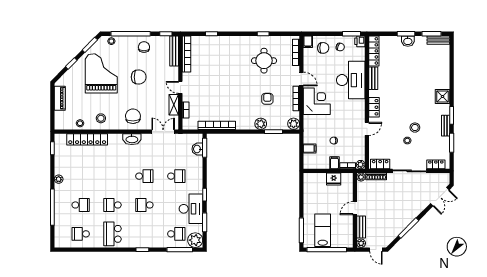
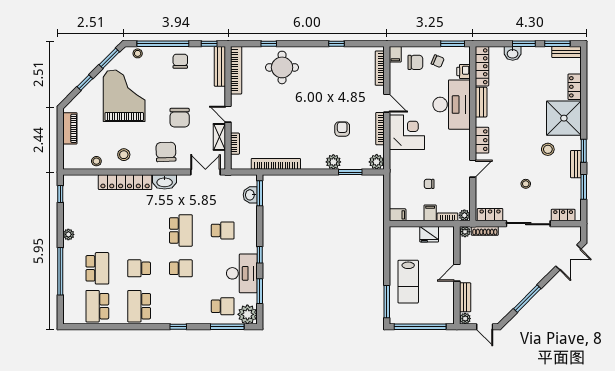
printer: (360, 41) -> (464, 71), moved
washbasin: (408, 41) -> (513, 53), moved
round table: (264, 61) -> (282, 67), moved
locker: (445, 67) -> (575, 87), added
chair: (139, 77) -> (180, 118), moved, turned 90
shower: (443, 97) -> (564, 118), width x1.86, depth x1.86
stool: (415, 128) -> (548, 149), moved
locker: (87, 139) -> (125, 182), moved
filing cabinet: (310, 149) -> (398, 215), moved
school desk: (144, 176) -> (181, 230), width x1.85
school desk: (81, 205) -> (97, 268), width x1.85
school desk: (144, 205) -> (181, 268), turned 180
lab bench: (323, 230) -> (408, 282), moved, turned 180
school desk: (81, 234) -> (97, 306), width x1.85

